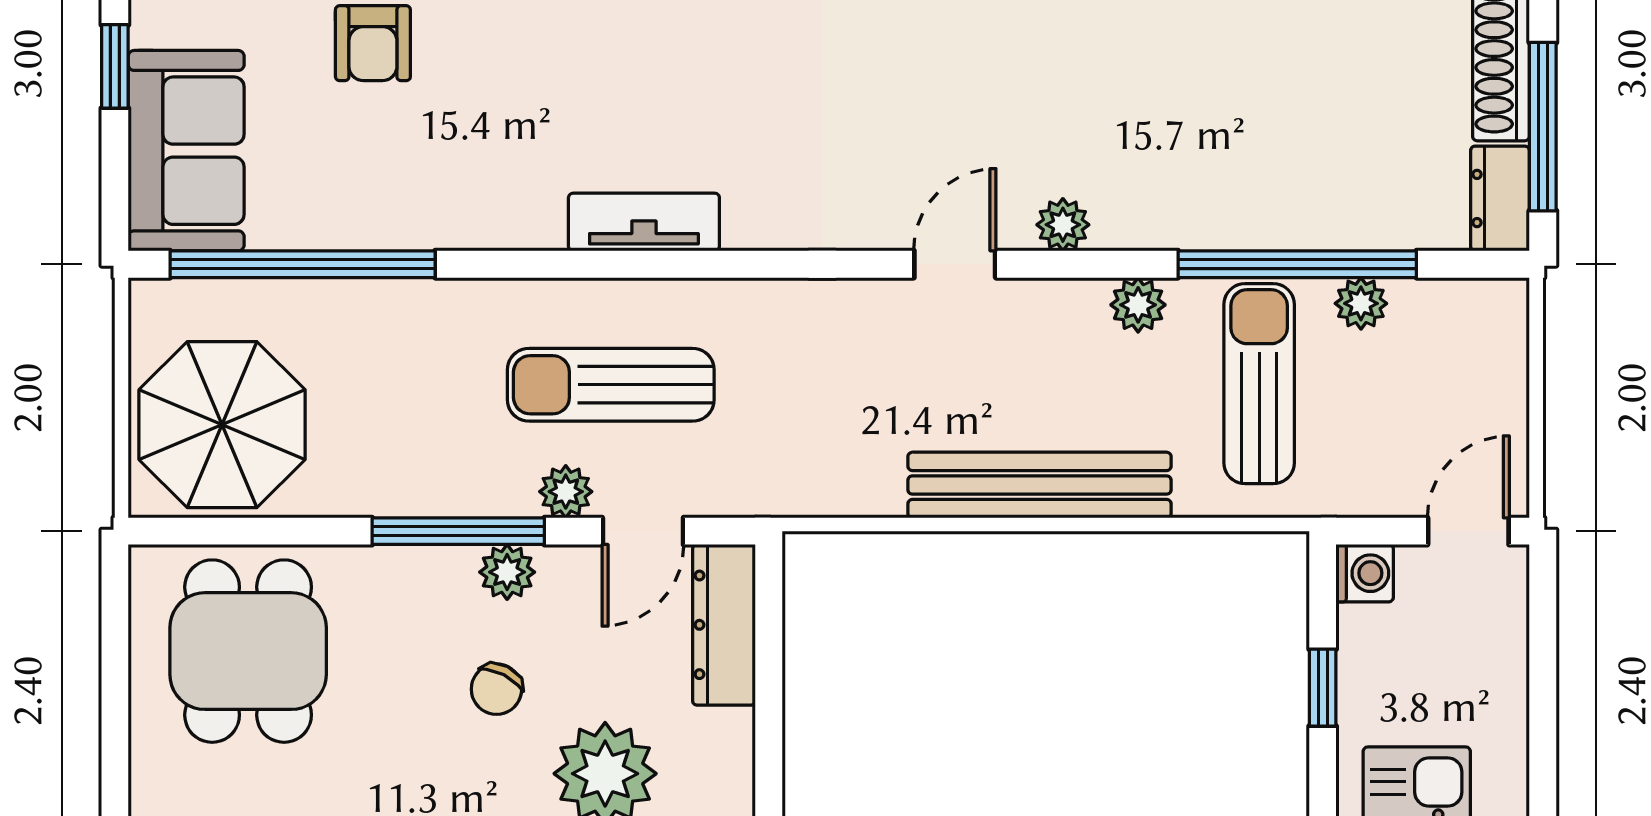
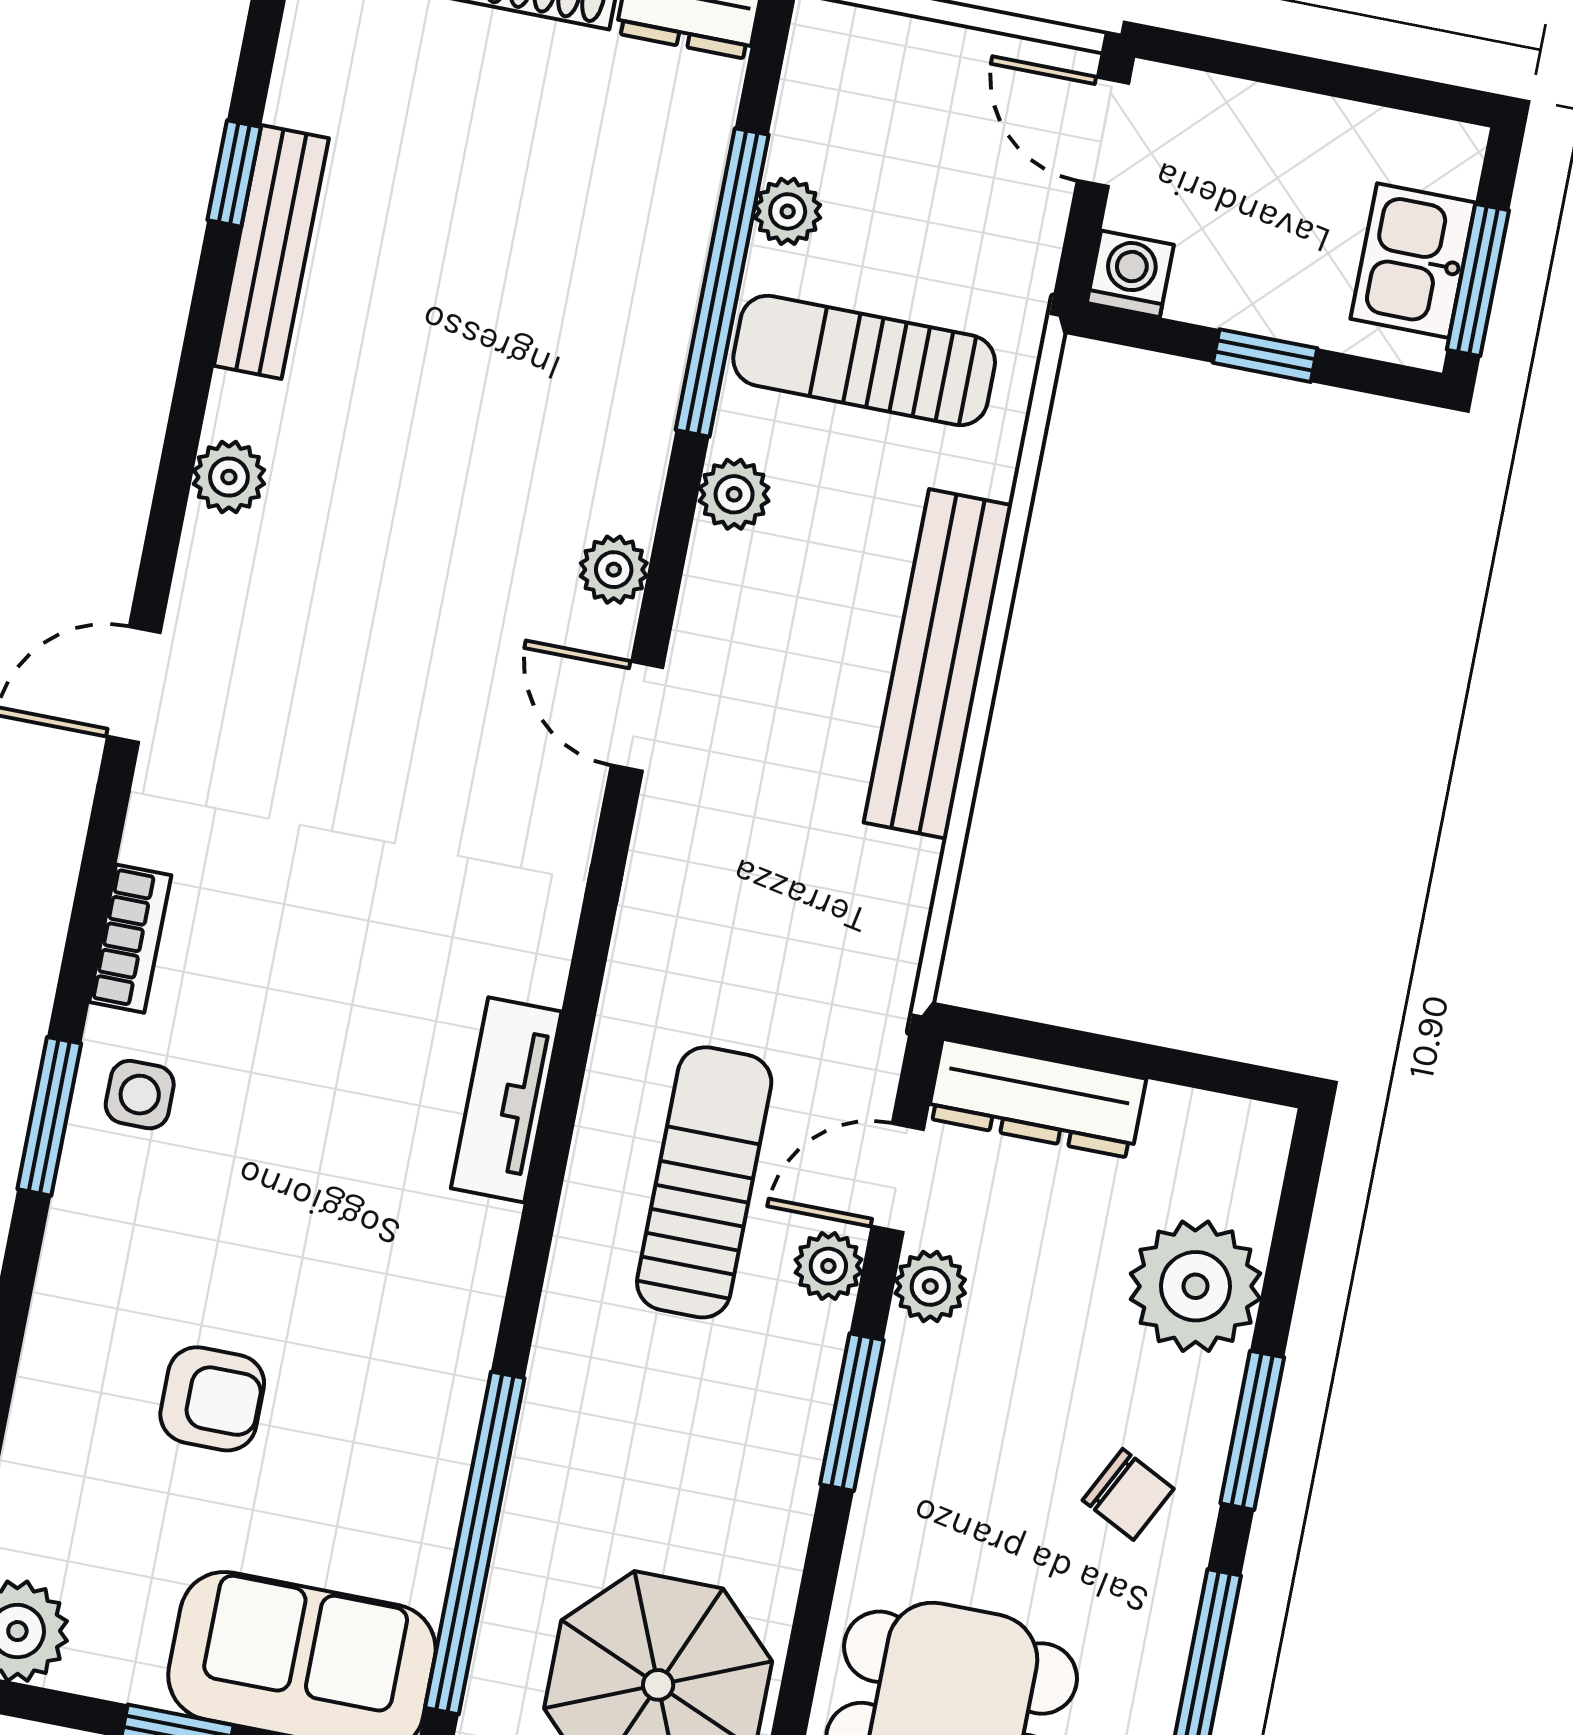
sun lounger: (611, 385) -> (704, 1182), turned 180
window: (458, 531) -> (852, 1412), width x0.69
door: (643, 531) -> (898, 1178), swing flipped
plant: (507, 572) -> (930, 1286), moved
chair: (496, 689) -> (1128, 1494), moved

